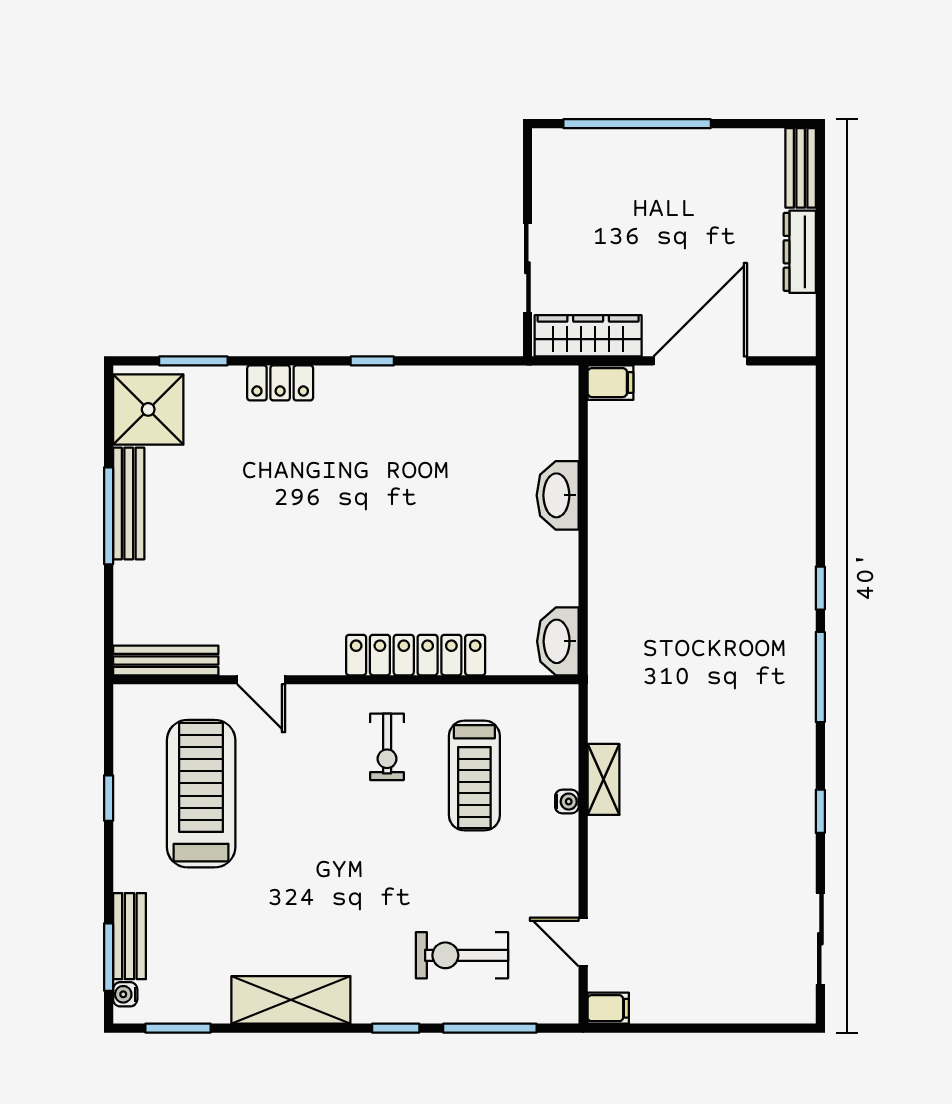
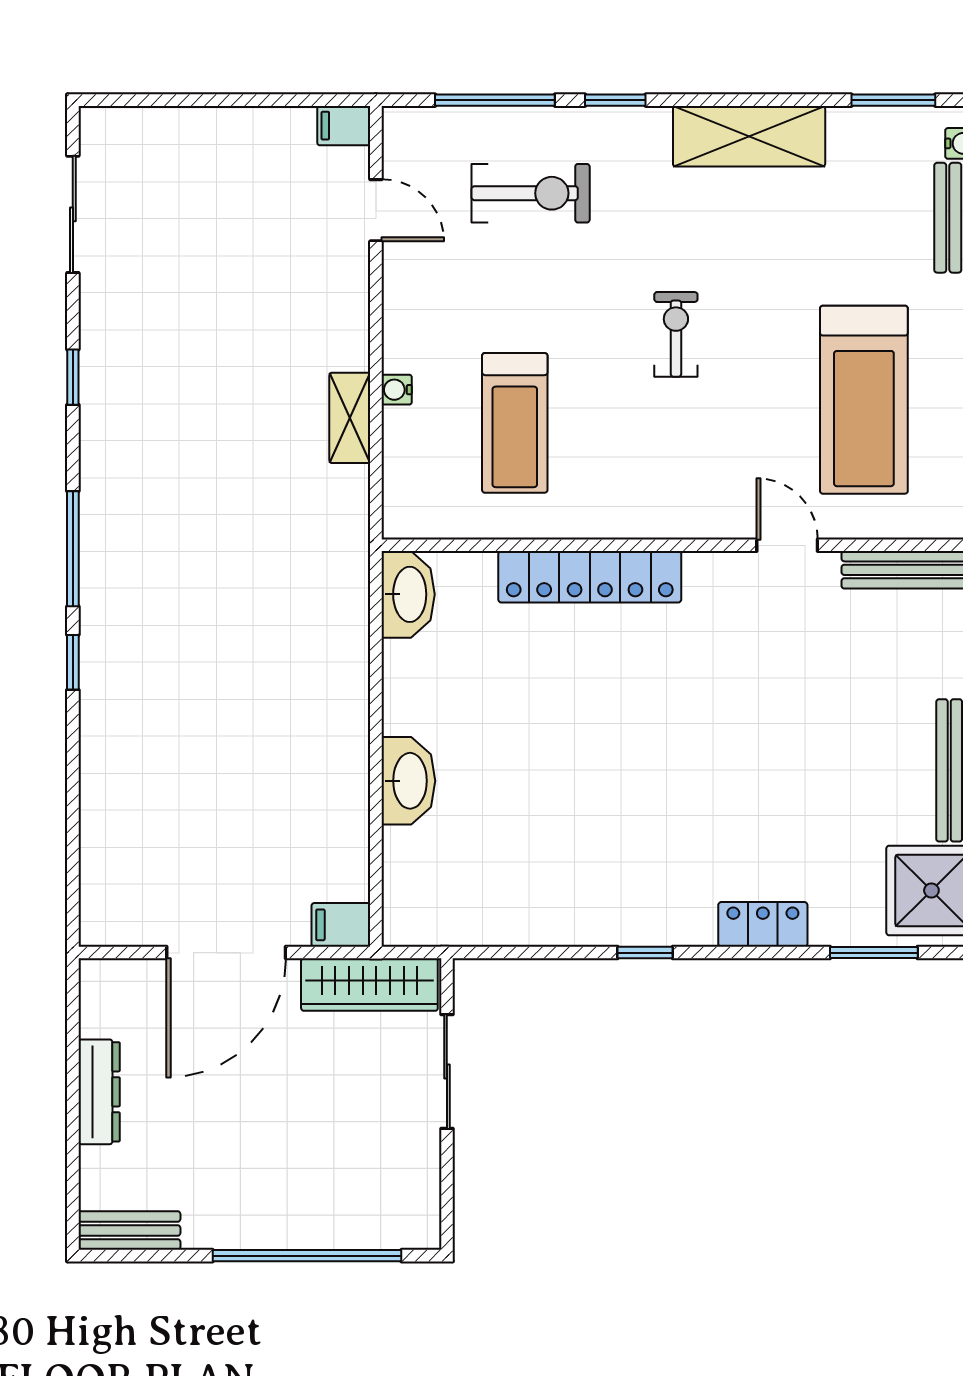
bench: (801, 168) -> (129, 1230), moved, turned 90
exercise bike: (387, 747) -> (676, 334), moved
treadmill: (474, 776) -> (515, 423), turned 180

